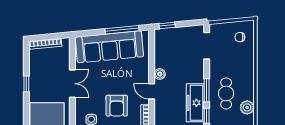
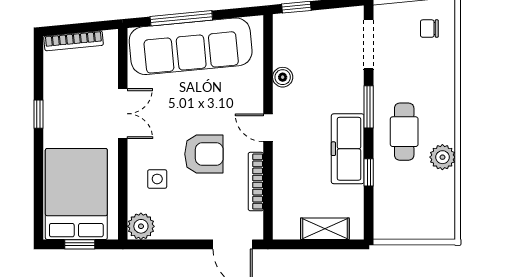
window: (122, 30) -> (181, 18), moved
boiler: (160, 74) -> (283, 77), moved
window: (207, 90) -> (369, 107), moved
armchair: (117, 106) -> (204, 154), turned -90

